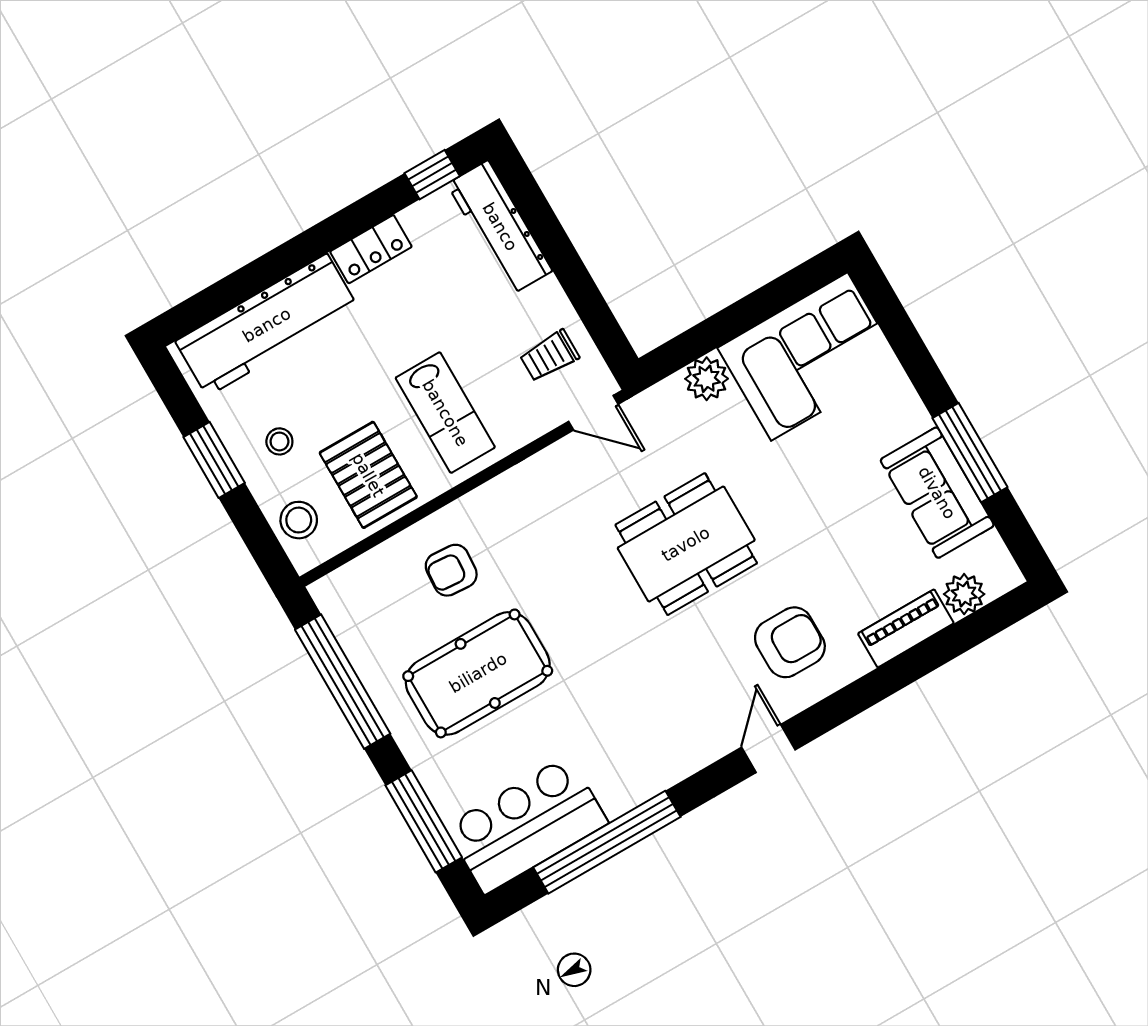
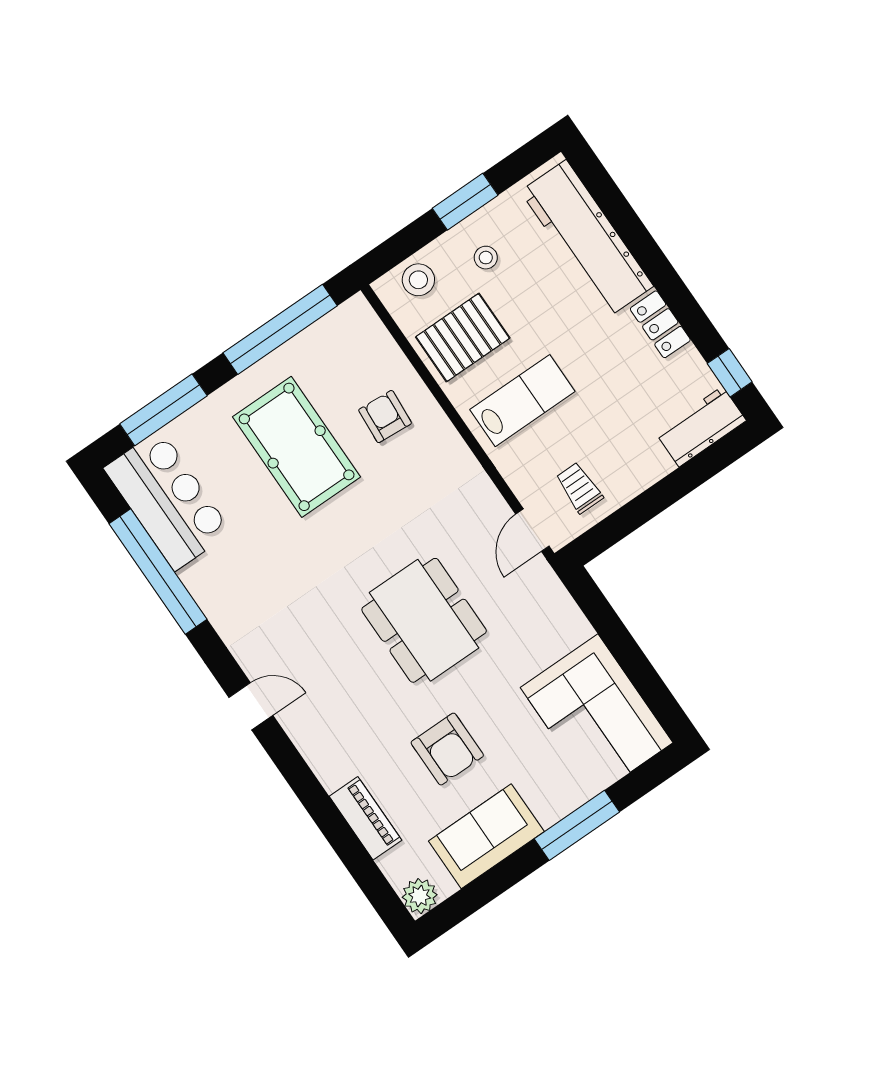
workbench: (500, 227) -> (701, 427), width x0.73
plant: (707, 379) -> (570, 627), removed
lab bench: (445, 413) -> (522, 401), turned 180
window: (970, 453) -> (577, 825), moved
plant: (964, 594) -> (420, 896), moved
armchair: (790, 642) -> (447, 749), moved

